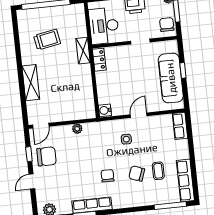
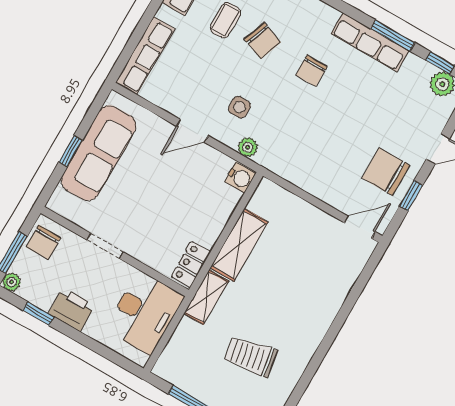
shelving: (31, 83) -> (239, 245), moved
row of seats: (180, 126) -> (145, 56), width x1.48
plant: (77, 129) -> (248, 147), moved

